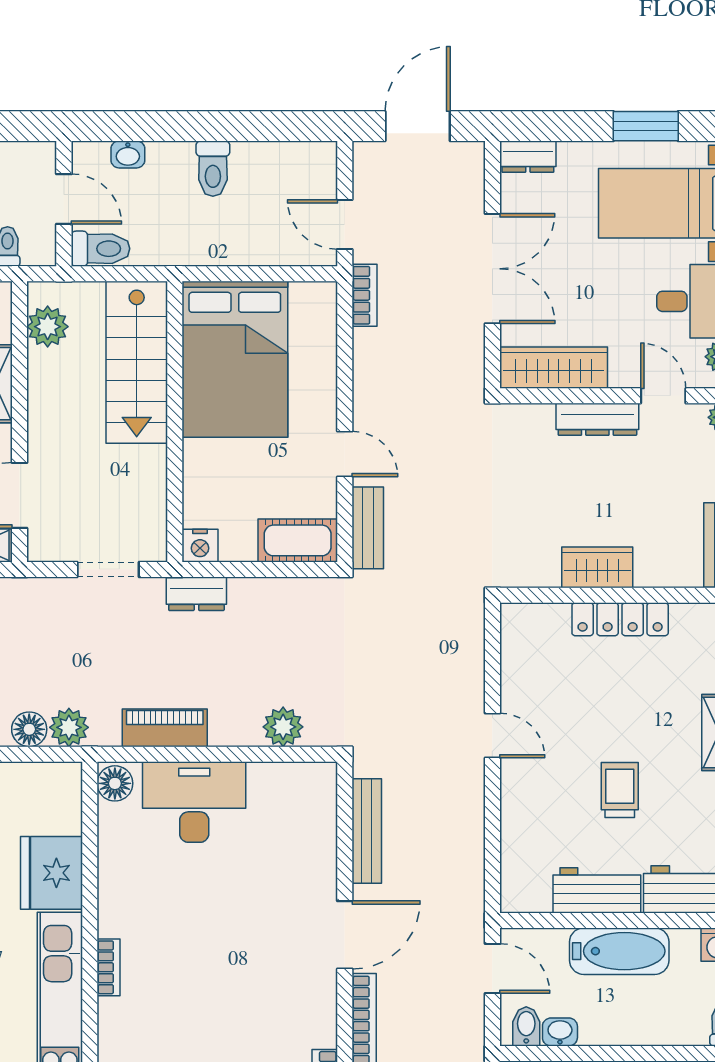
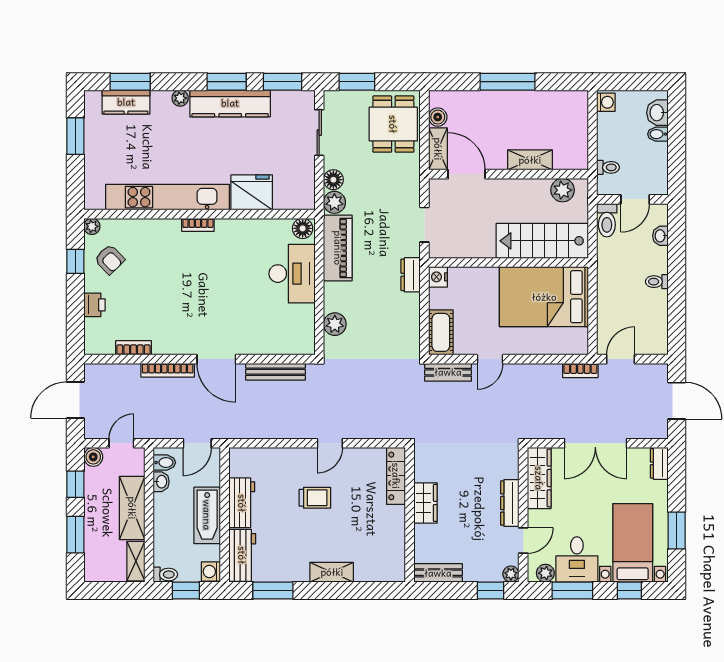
toilet: (213, 169) -> (657, 282), width x0.73, depth x0.72
locker: (620, 619) -> (396, 476), moved
piano: (165, 728) -> (338, 248), width x1.37, depth x1.33
trolley: (620, 790) -> (315, 498), moved

